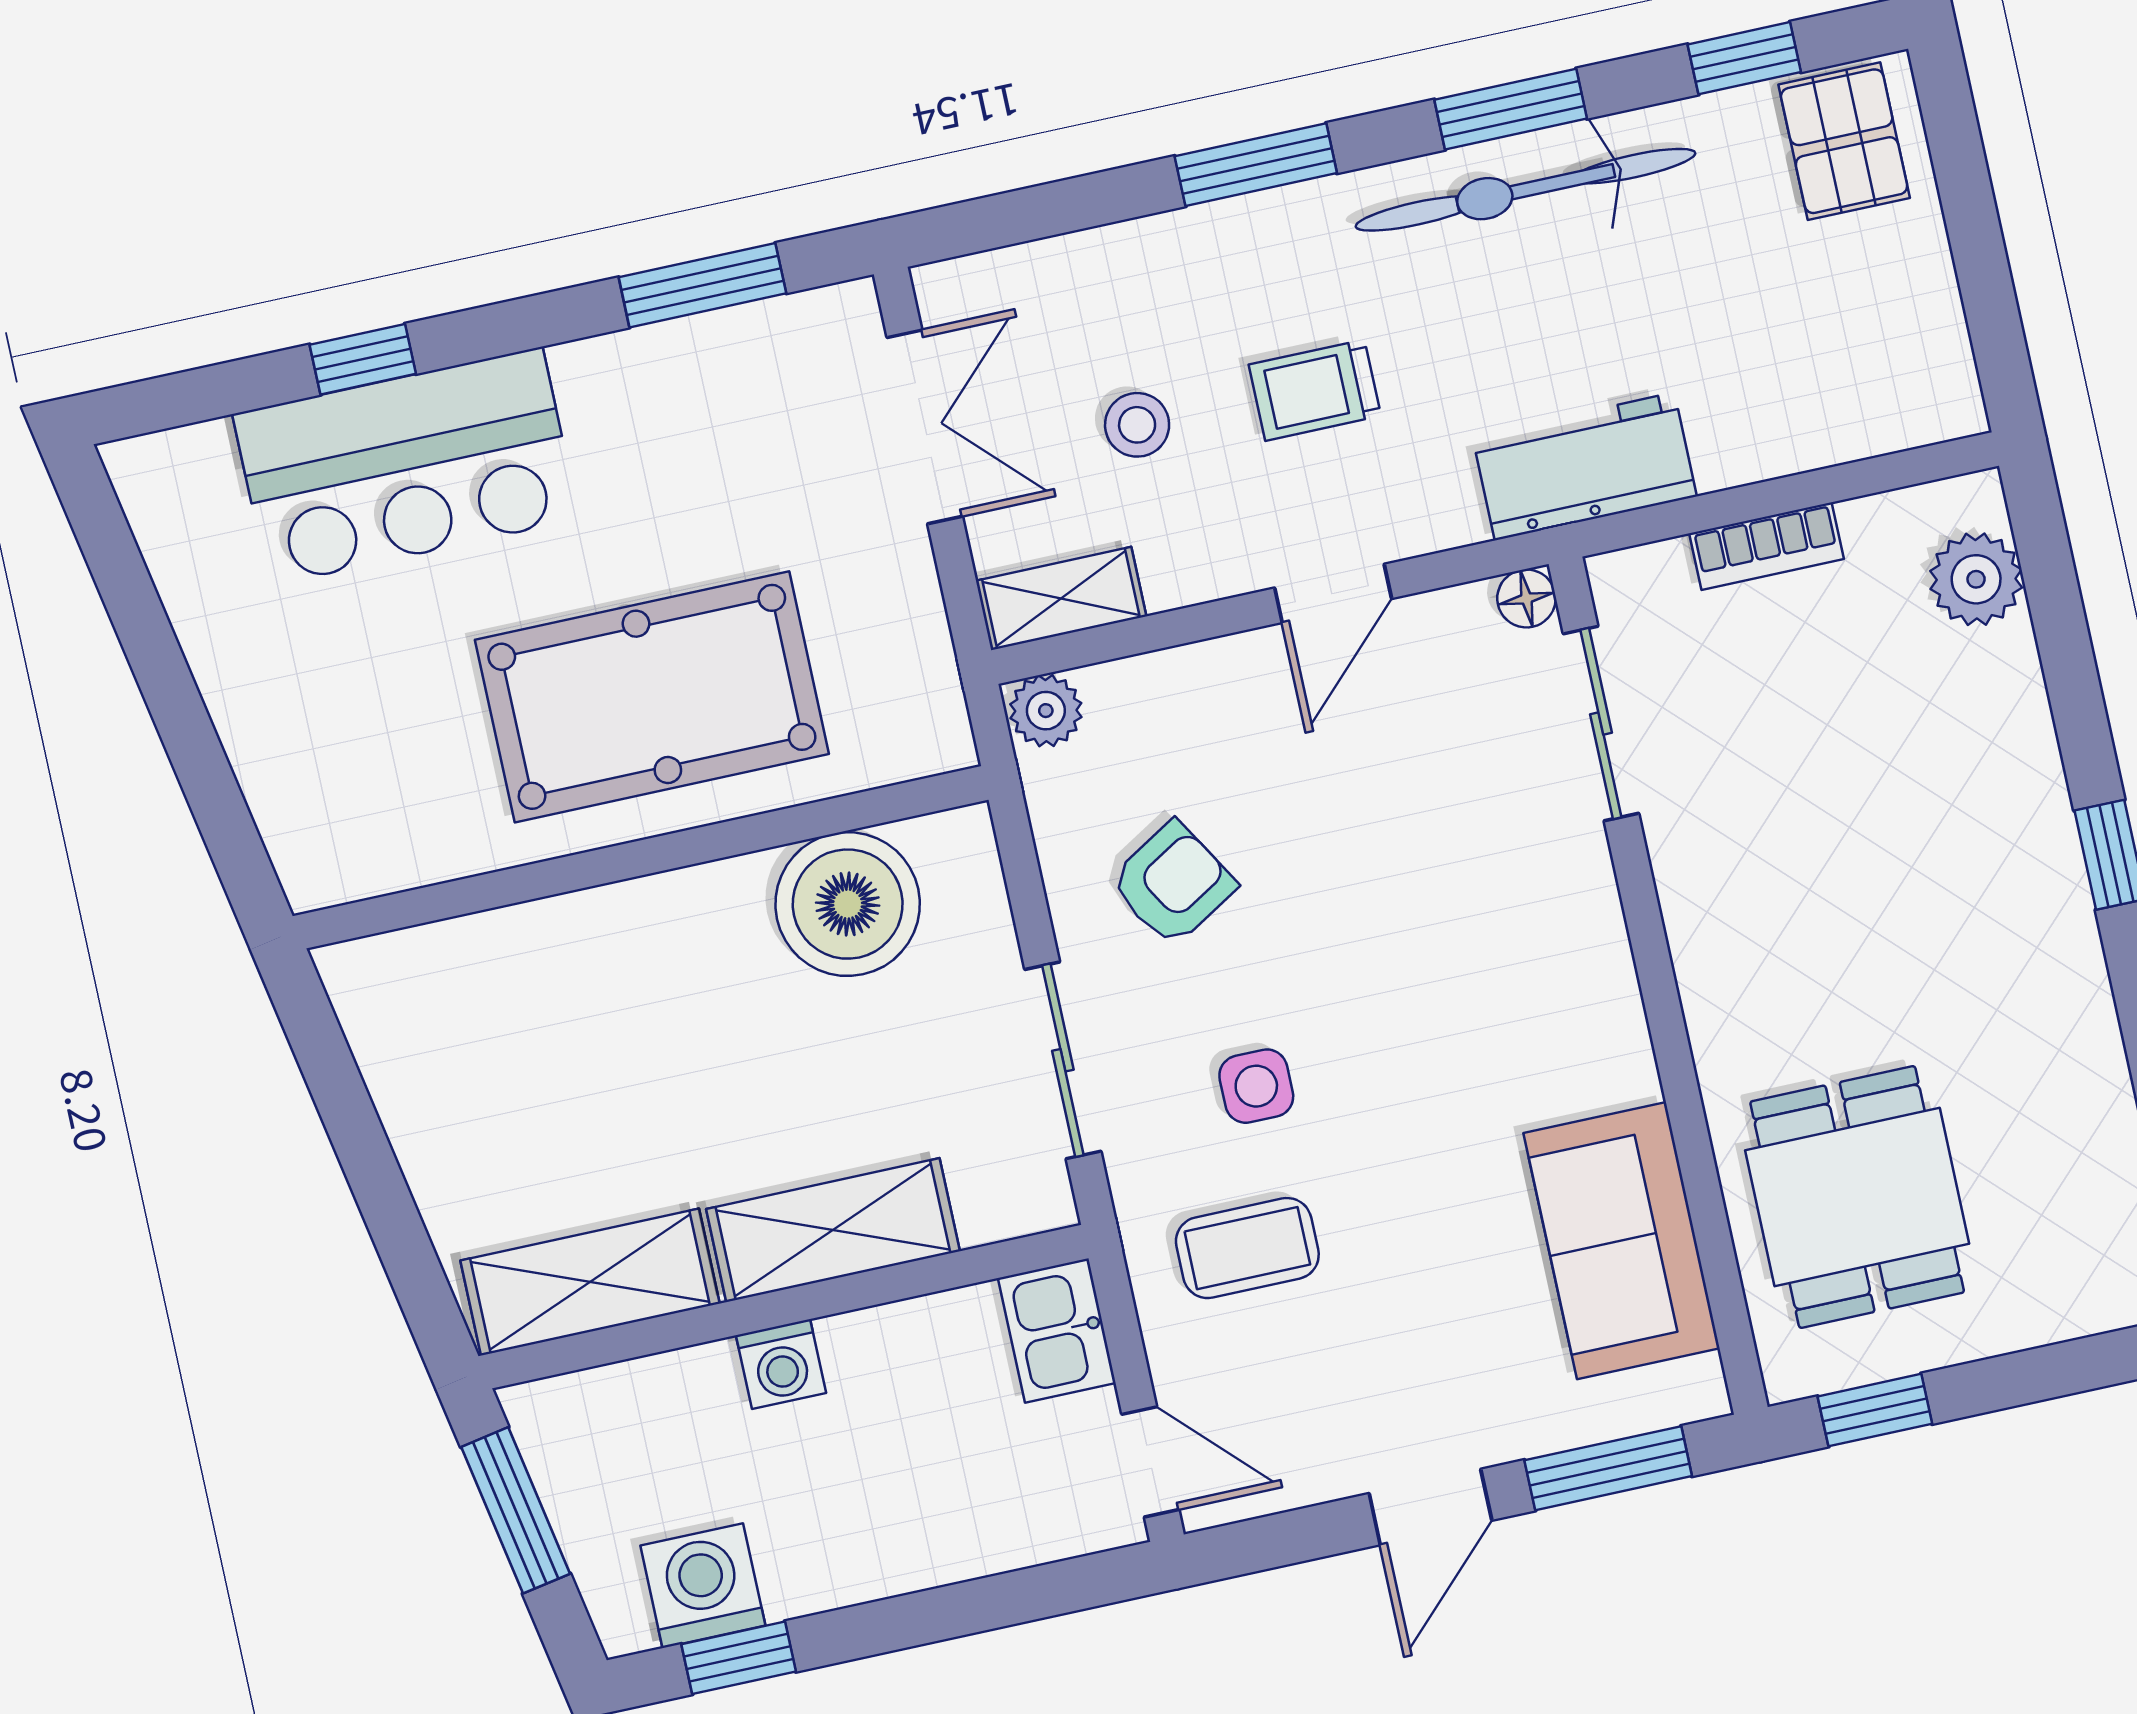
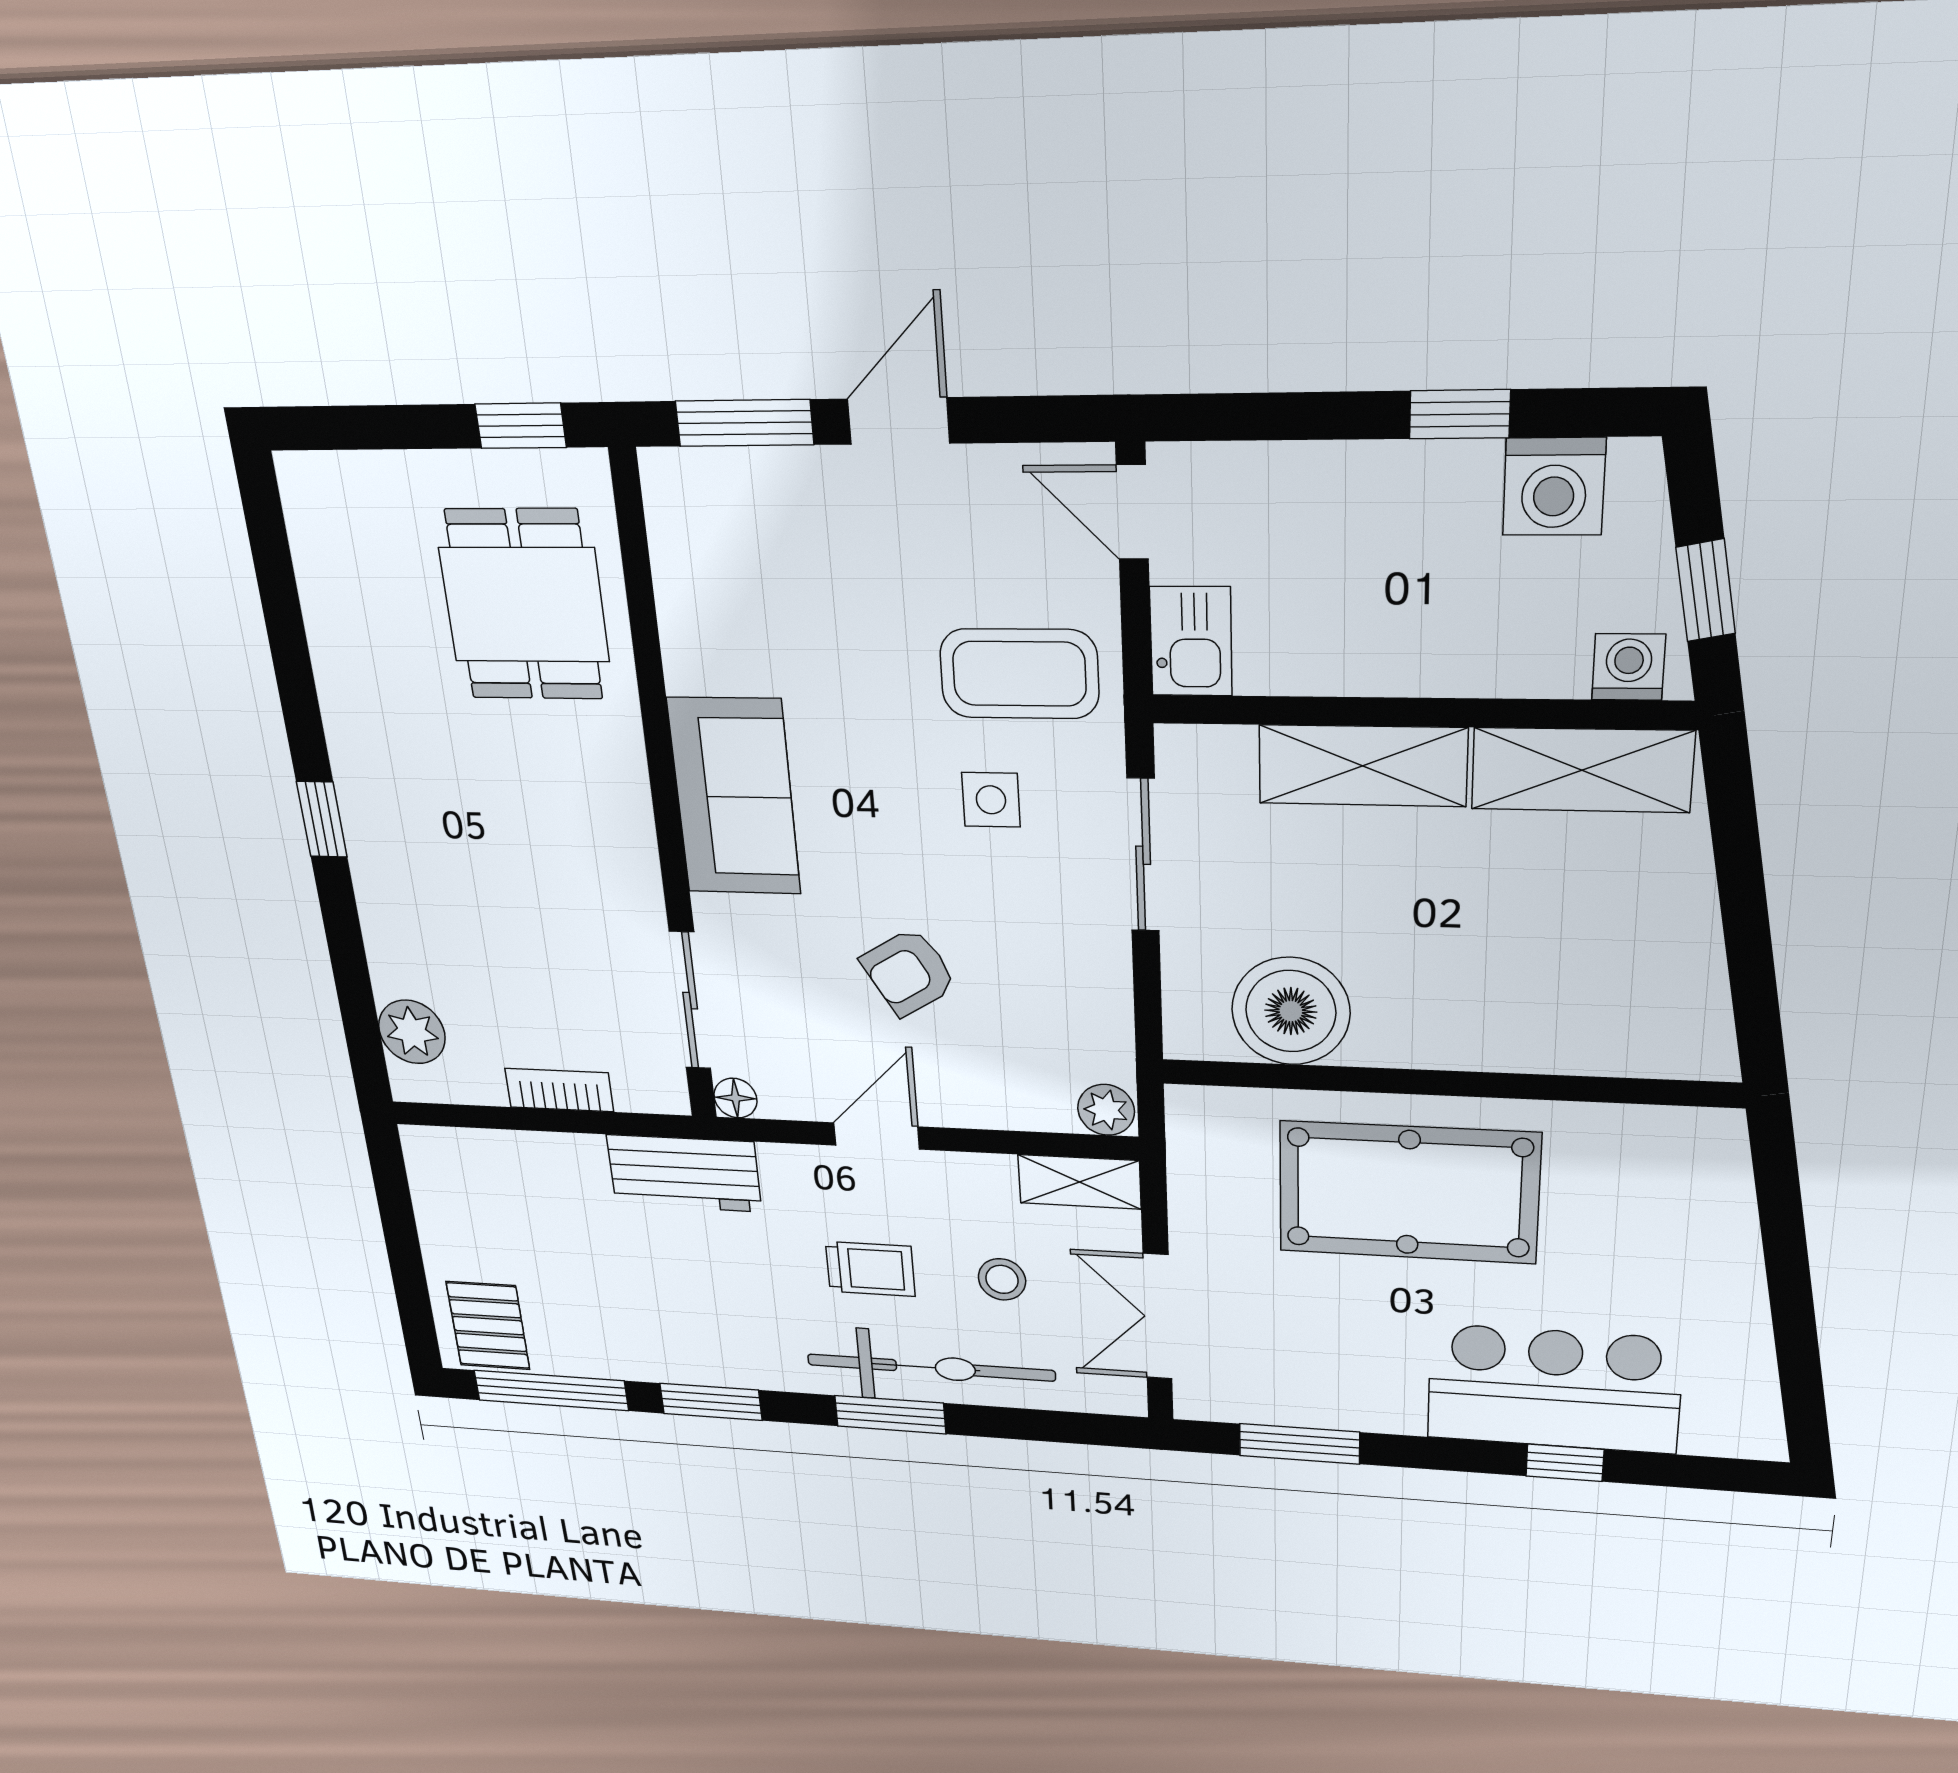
window: (1744, 58) -> (551, 1390), width x2.17
bicycle: (1526, 190) -> (931, 1368), moved
armchair: (1173, 884) -> (909, 972), moved
sofa: (1622, 1241) -> (734, 797), moved
coffee table: (1247, 1248) -> (1019, 674), width x1.36, depth x1.30
washing machine: (781, 1364) -> (1629, 667), moved
window: (516, 1510) -> (1706, 590), width x0.67
window: (739, 1658) -> (1460, 414), moved

